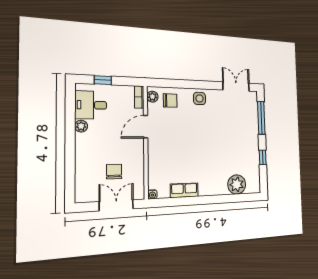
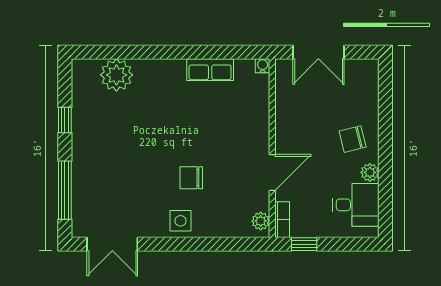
window: (103, 80) -> (304, 244), moved
chair: (170, 100) -> (191, 178), moved
chair: (114, 172) -> (353, 139), moved, turned 76

